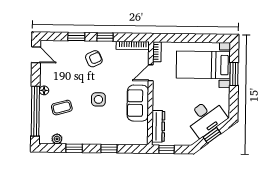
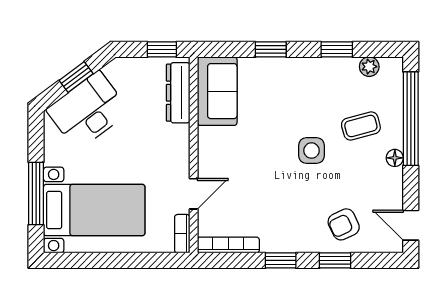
armchair: (94, 59) -> (344, 224), moved
window: (234, 74) -> (36, 194), width x1.44
side table: (98, 99) -> (311, 151), moved
sofa: (138, 103) -> (217, 91), moved

